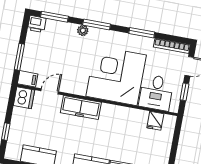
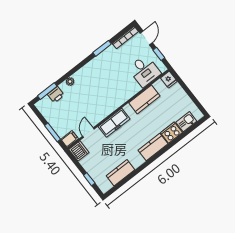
printer: (37, 24) -> (56, 95), moved
window: (97, 24) -> (74, 70), removed
corner desk: (116, 76) -> (114, 86), removed
kitchen counter: (129, 117) -> (144, 99), added
fridge: (155, 121) -> (169, 80), moved

